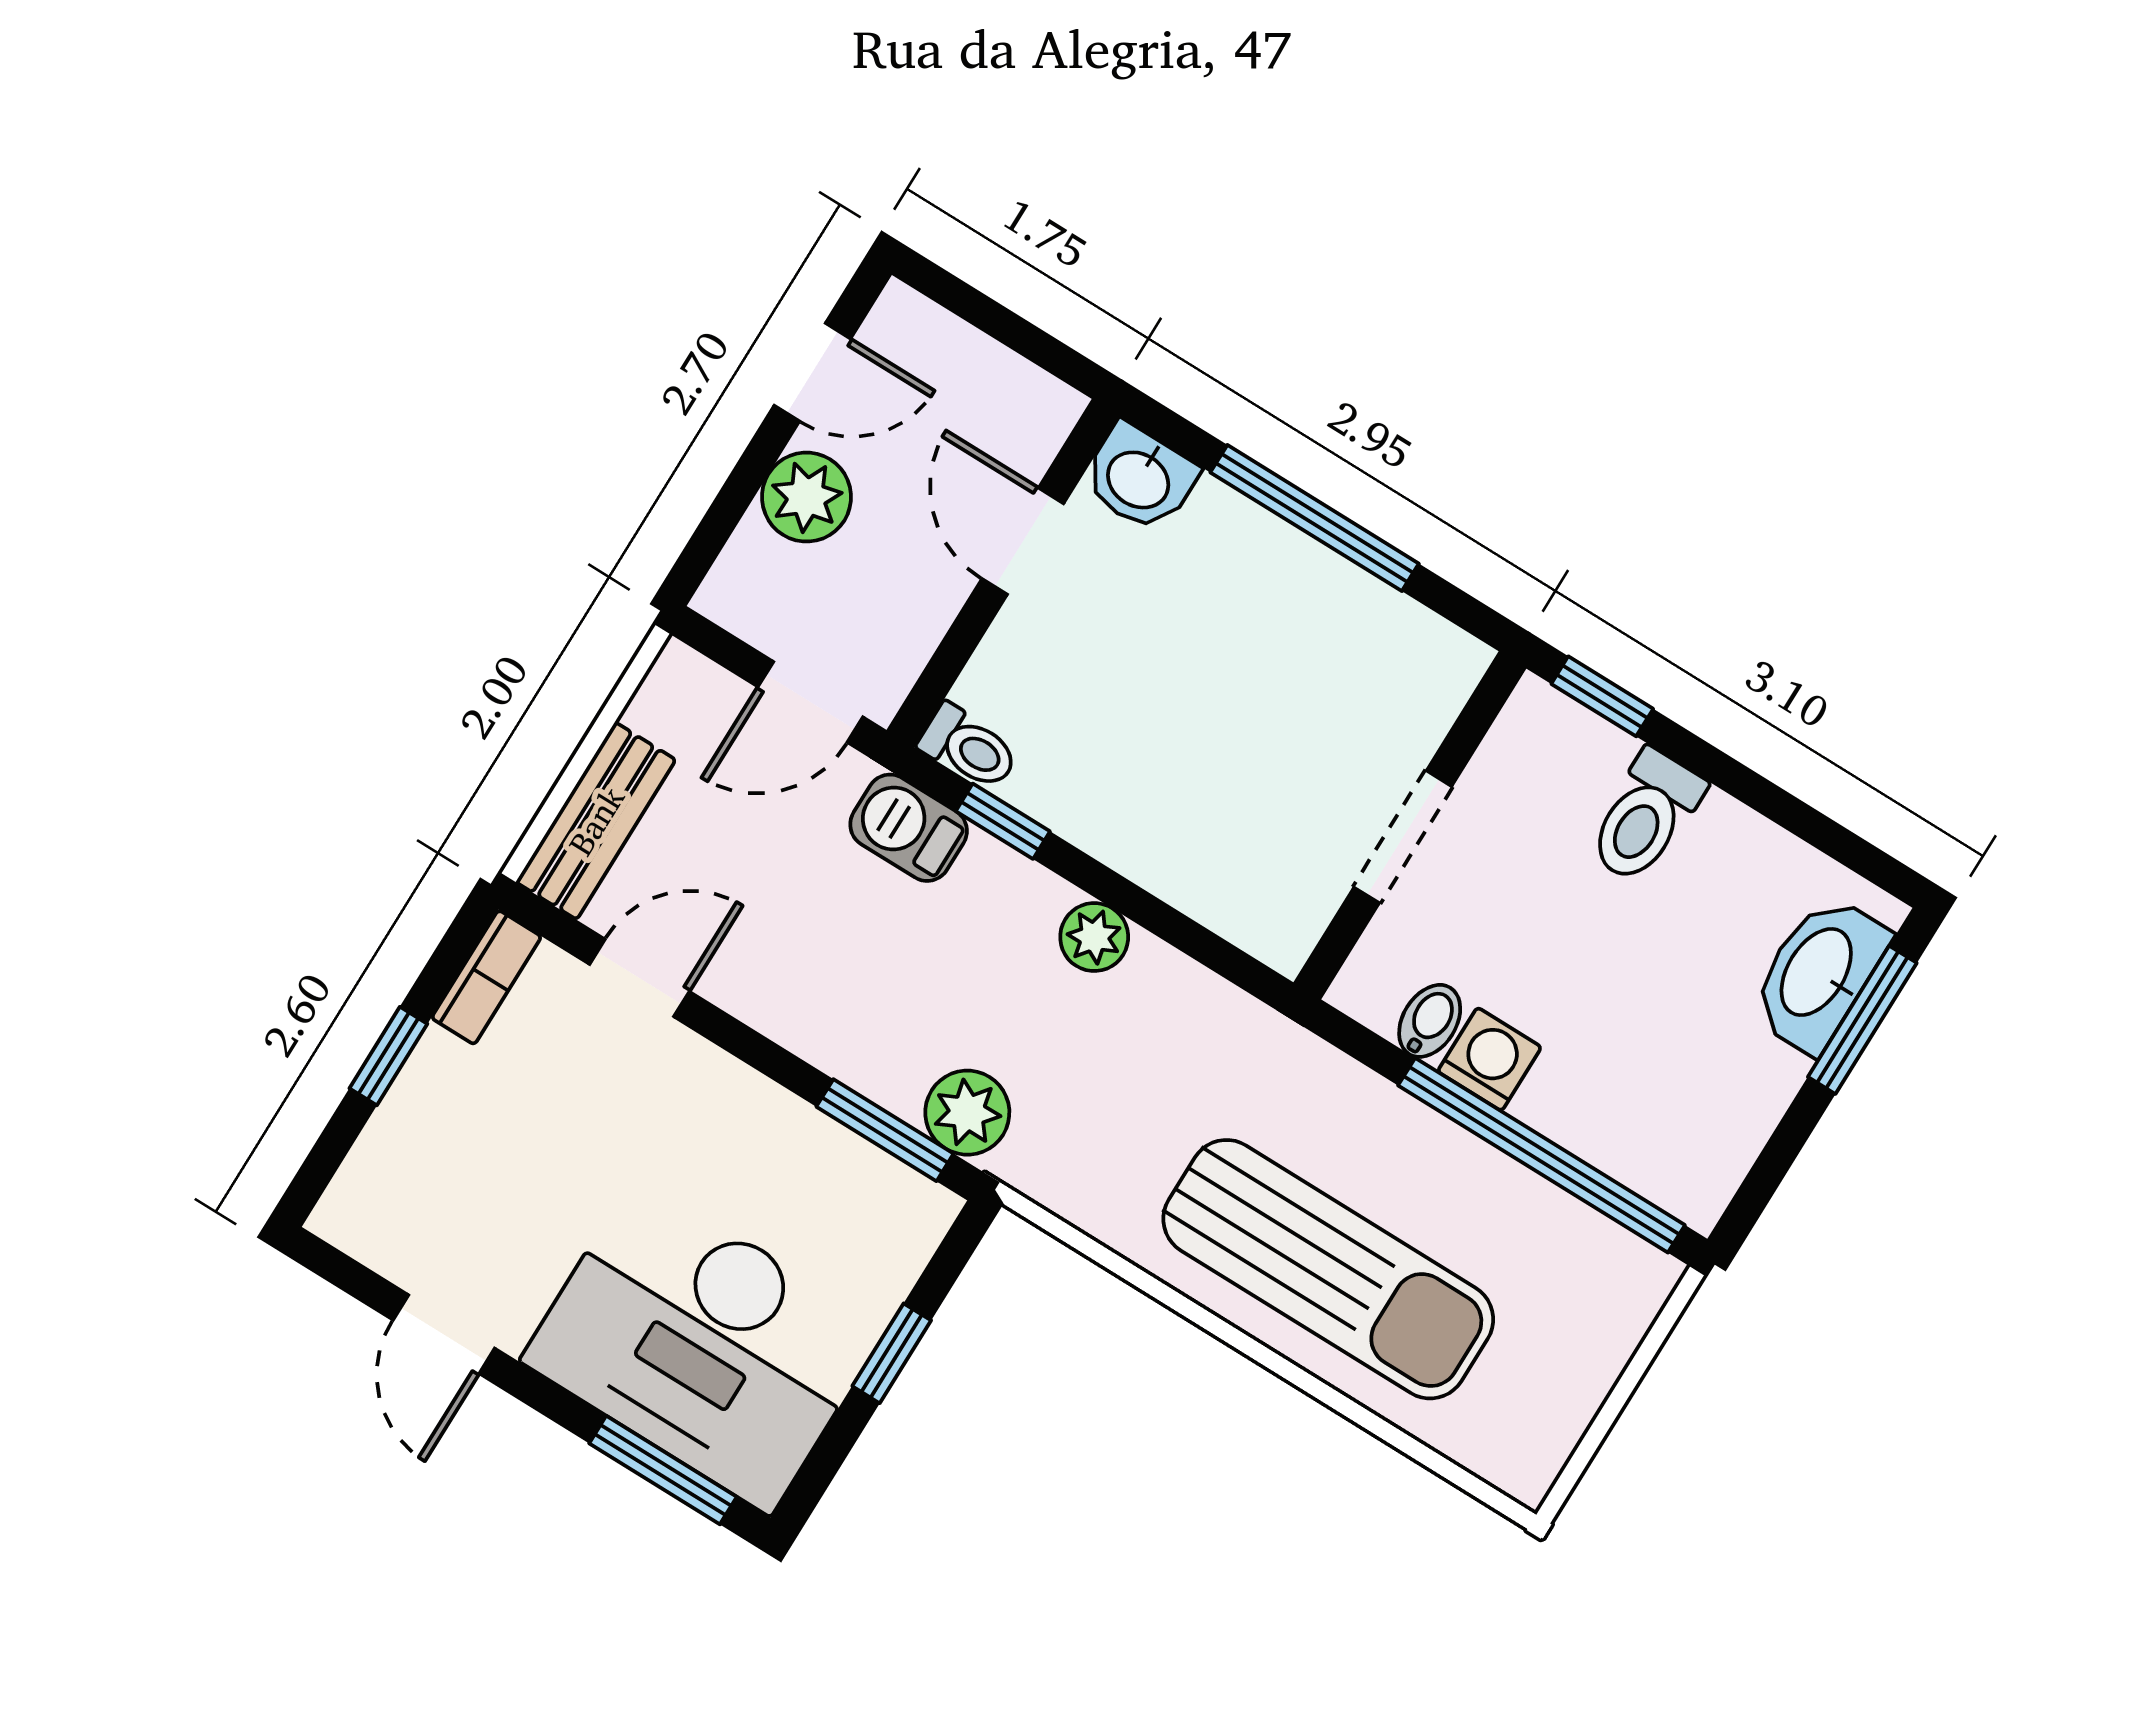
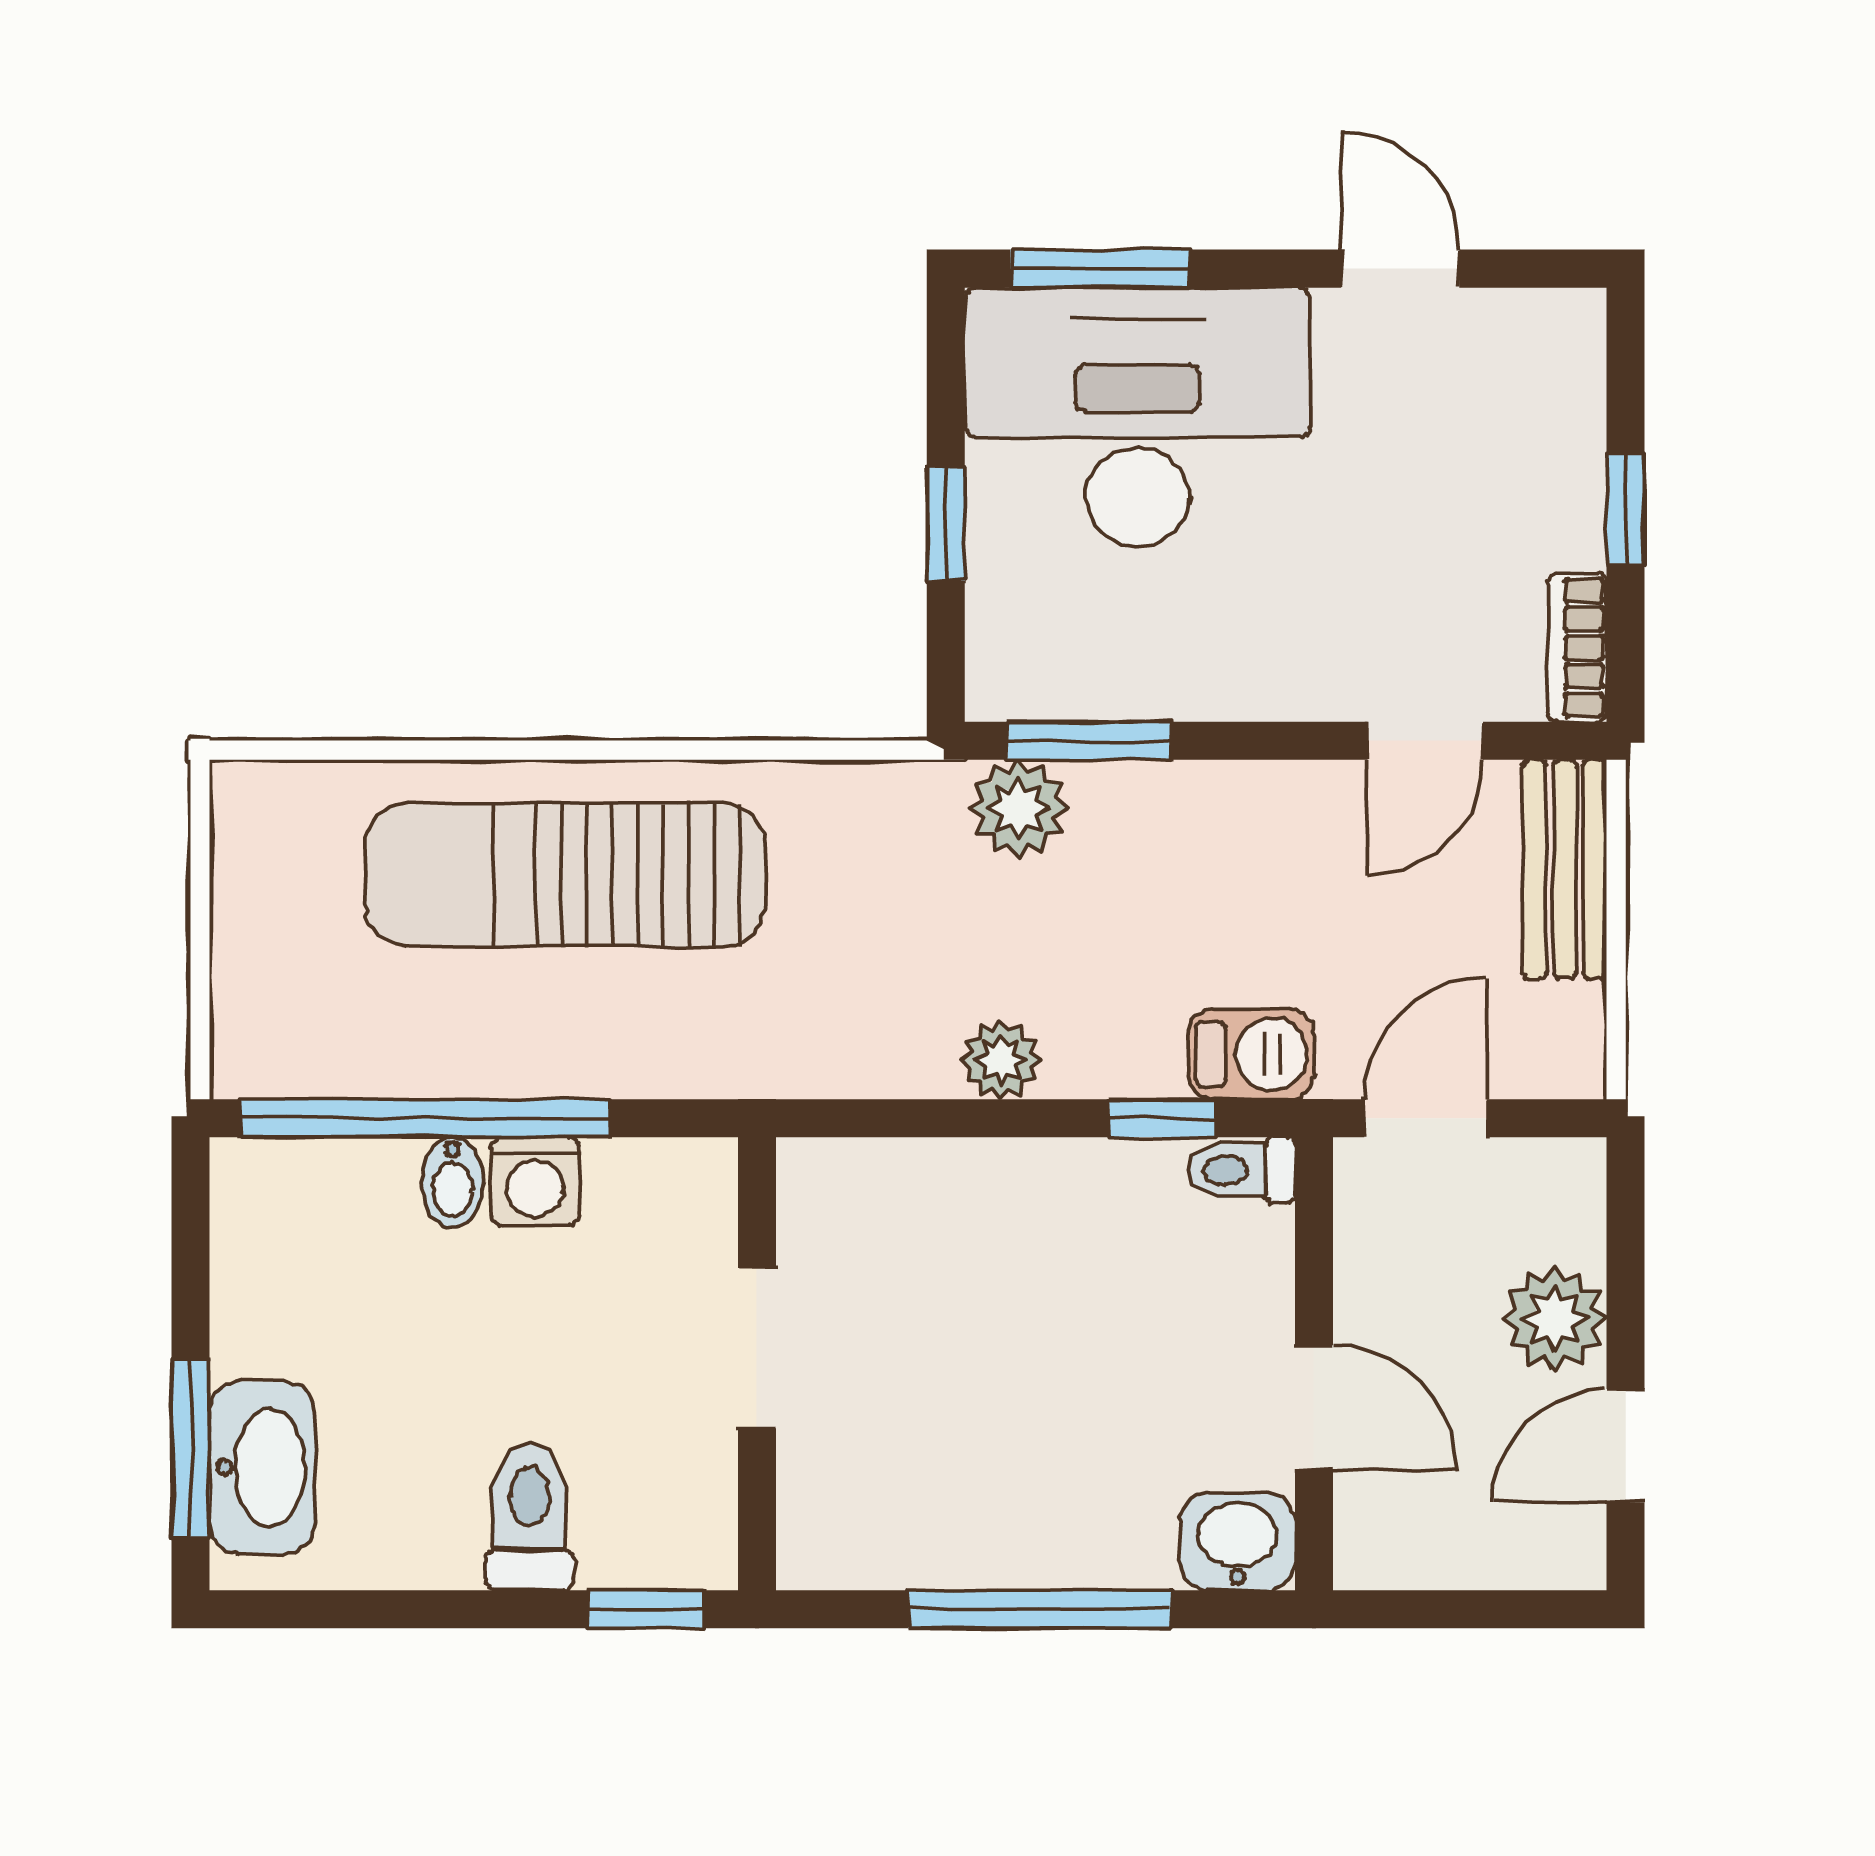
bidet: (1430, 1021) -> (453, 1183), moved

